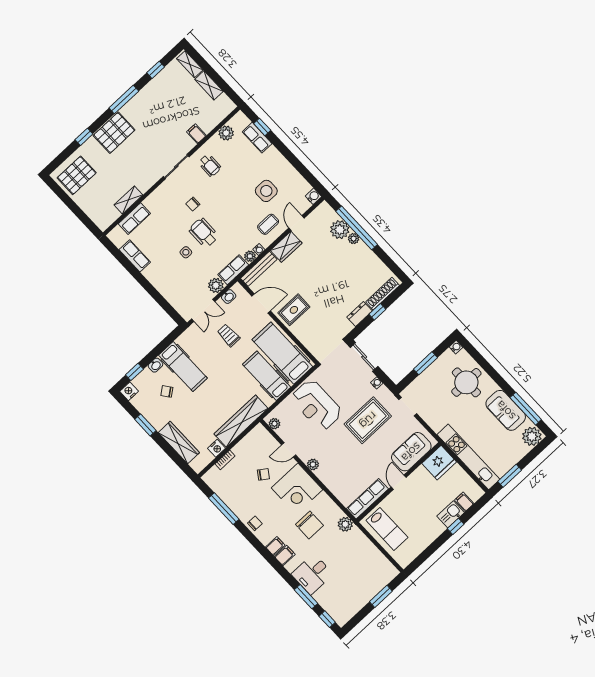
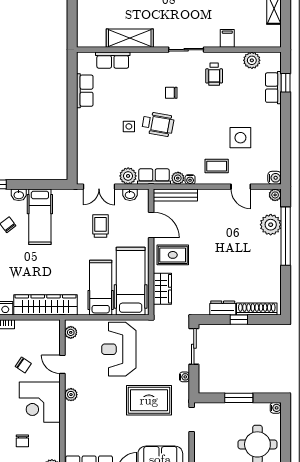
shelving: (128, 200) -> (130, 38), width x1.50, depth x1.33
door: (297, 223) -> (241, 187), swing flipped
wheelchair: (204, 233) -> (158, 124), turned 100
plant: (354, 239) -> (275, 195), moved
wardrobe: (286, 247) -> (162, 289), moved, turned -90
chair: (309, 525) -> (22, 441), width x0.54, depth x0.54

